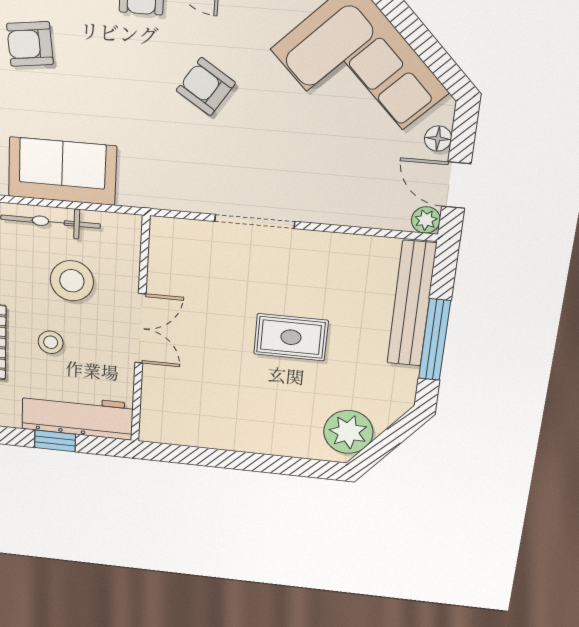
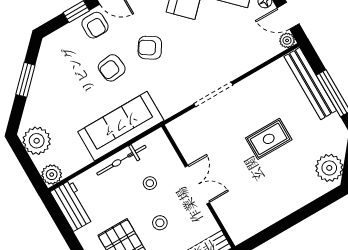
armchair: (30, 44) -> (112, 68), moved
sofa: (62, 171) -> (121, 126), width x1.36
stool: (72, 281) -> (150, 183), width x0.53, depth x0.53

